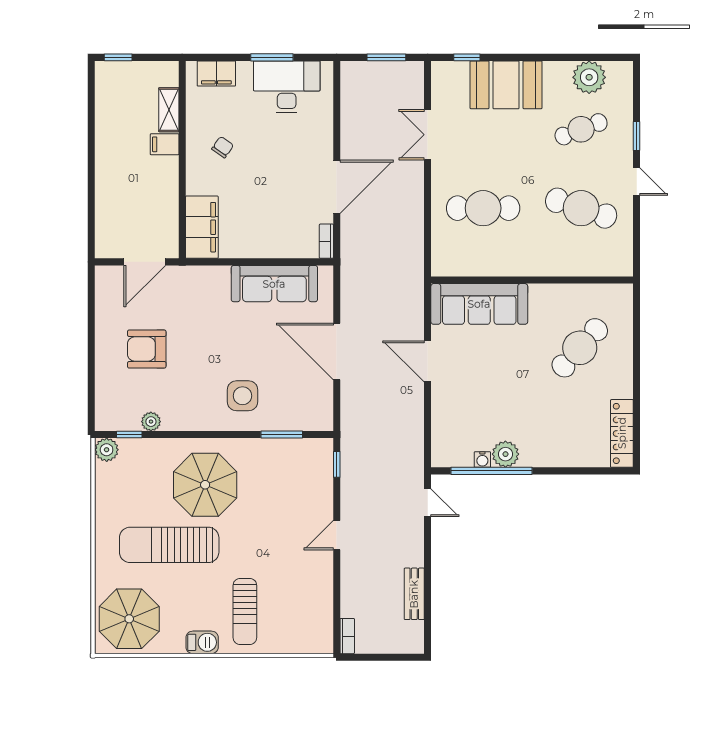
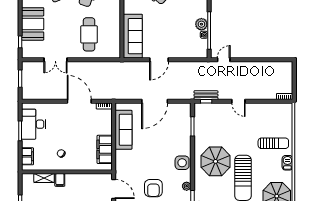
filing cabinet: (202, 227) -> (105, 149), moved, turned -90
side table: (242, 396) -> (182, 163), moved
bench: (414, 594) -> (206, 95), moved

